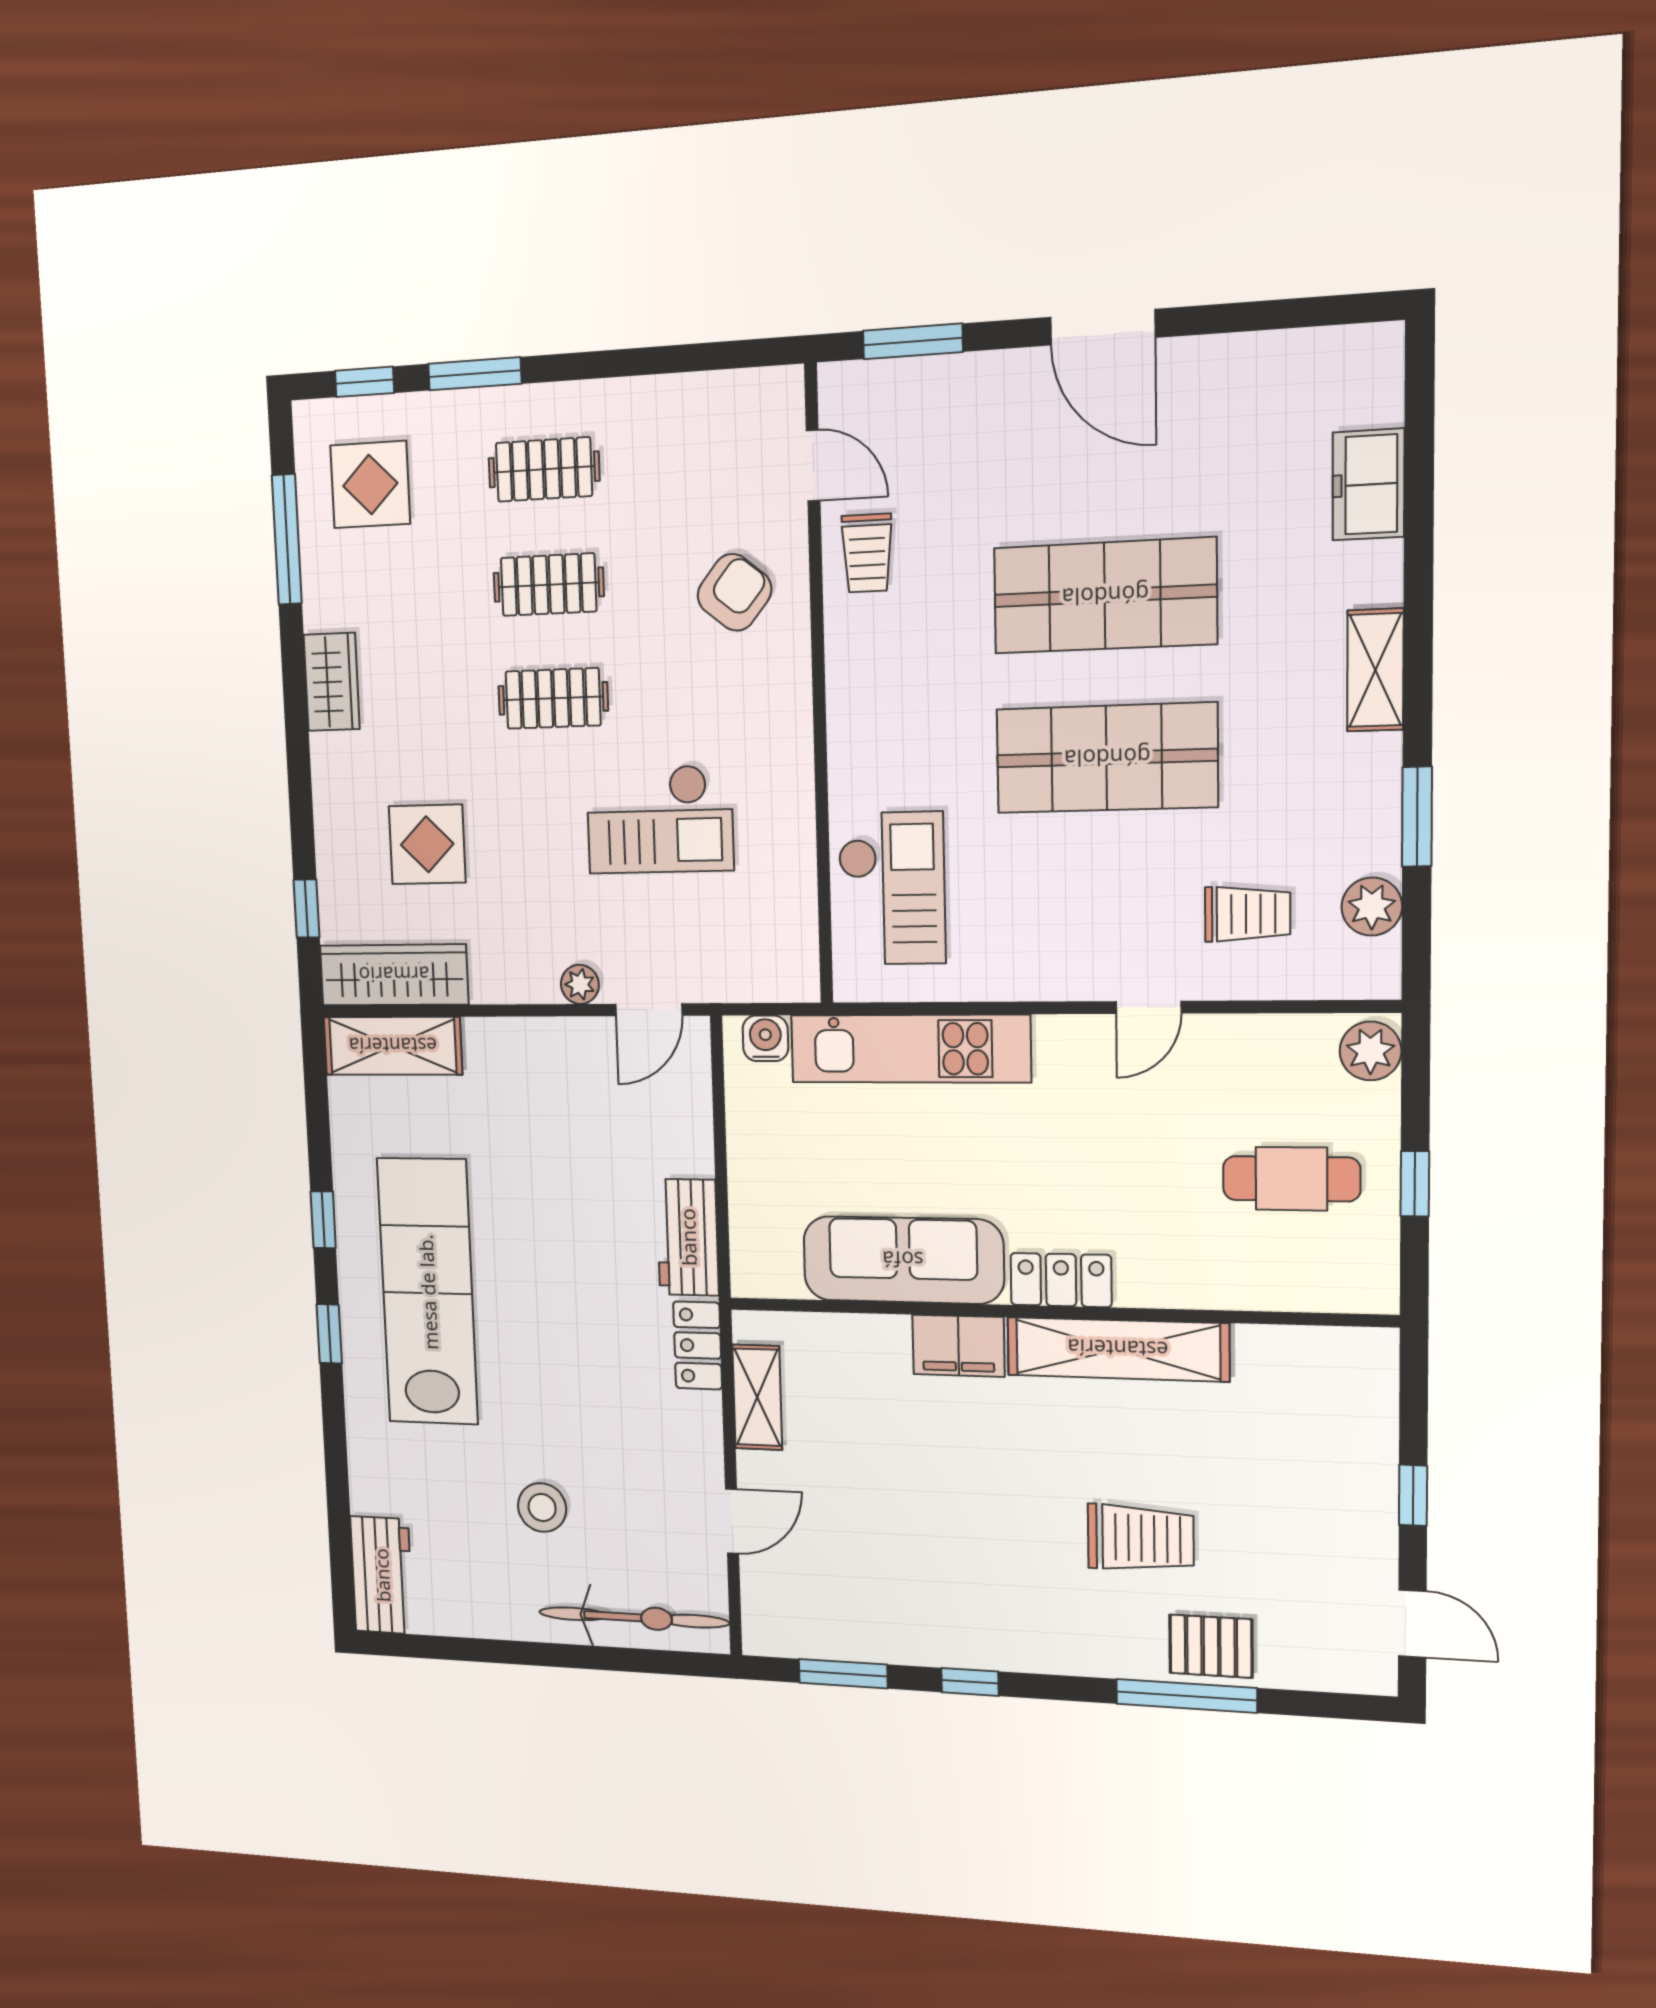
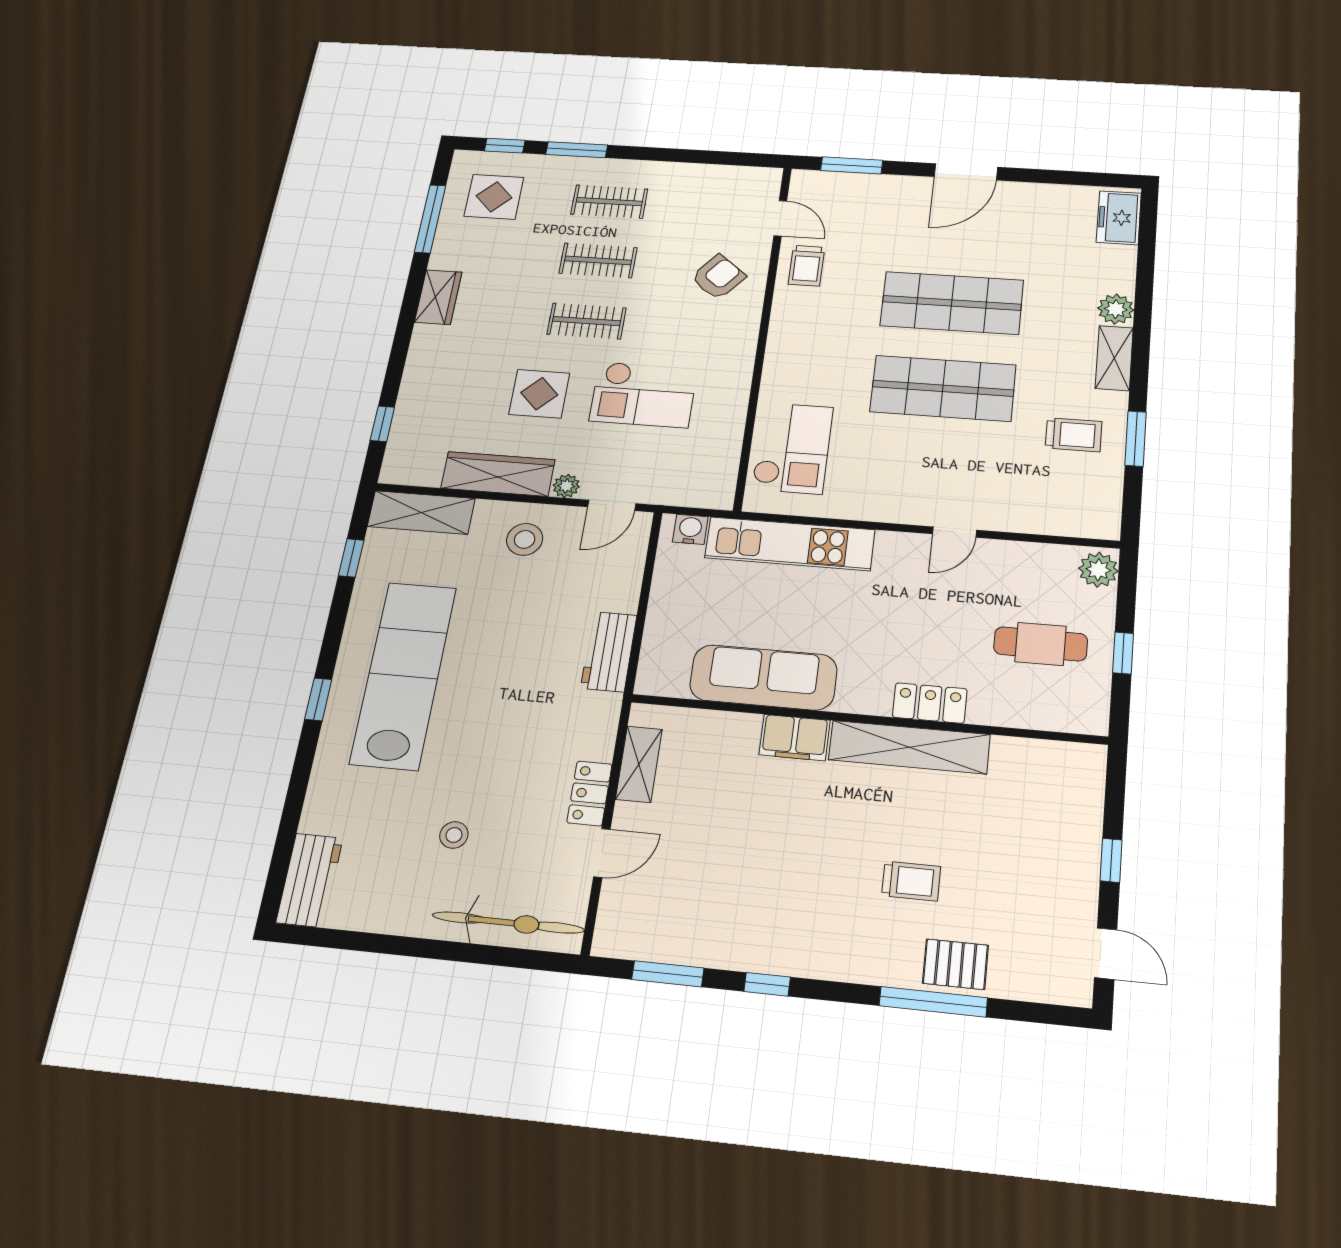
door: (1103, 327) -> (966, 172), hinge flipped
freezer: (1368, 485) -> (1119, 218), moved
display table: (427, 844) -> (539, 394), moved
plant: (1372, 907) -> (1116, 309), moved
trolley: (1247, 914) -> (1074, 435), moved
wardrobe: (394, 975) -> (498, 474), moved
stool: (540, 1075) -> (525, 539), added
window: (323, 1220) -> (351, 558), moved
locker: (1061, 1280) -> (930, 703), moved
locker: (698, 1345) -> (589, 793), moved
stool: (542, 1507) -> (454, 835), width x0.73, depth x0.73
trolley: (1141, 1538) -> (911, 881), width x0.73, depth x0.72

